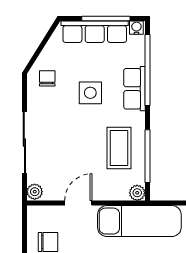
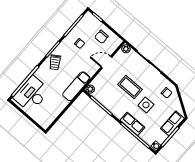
row of seats: (95, 32) -> (172, 123), width x0.68
coffee table: (119, 148) -> (130, 87), moved
door: (78, 203) -> (106, 62), swing flipped
exam couch: (139, 221) -> (76, 86), width x0.73, depth x0.69

